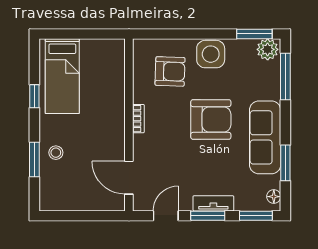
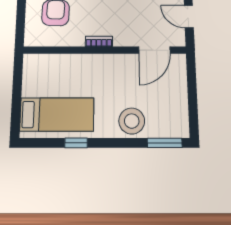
stool: (56, 153) -> (132, 121), width x1.89, depth x1.89
window: (34, 159) -> (165, 143), moved

